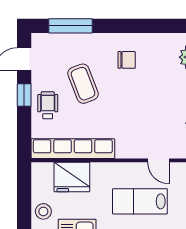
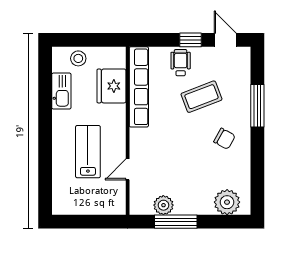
window: (71, 26) -> (257, 106), moved
chair: (127, 60) -> (224, 139), turned -61
wheelchair: (48, 105) -> (181, 63), turned -90

